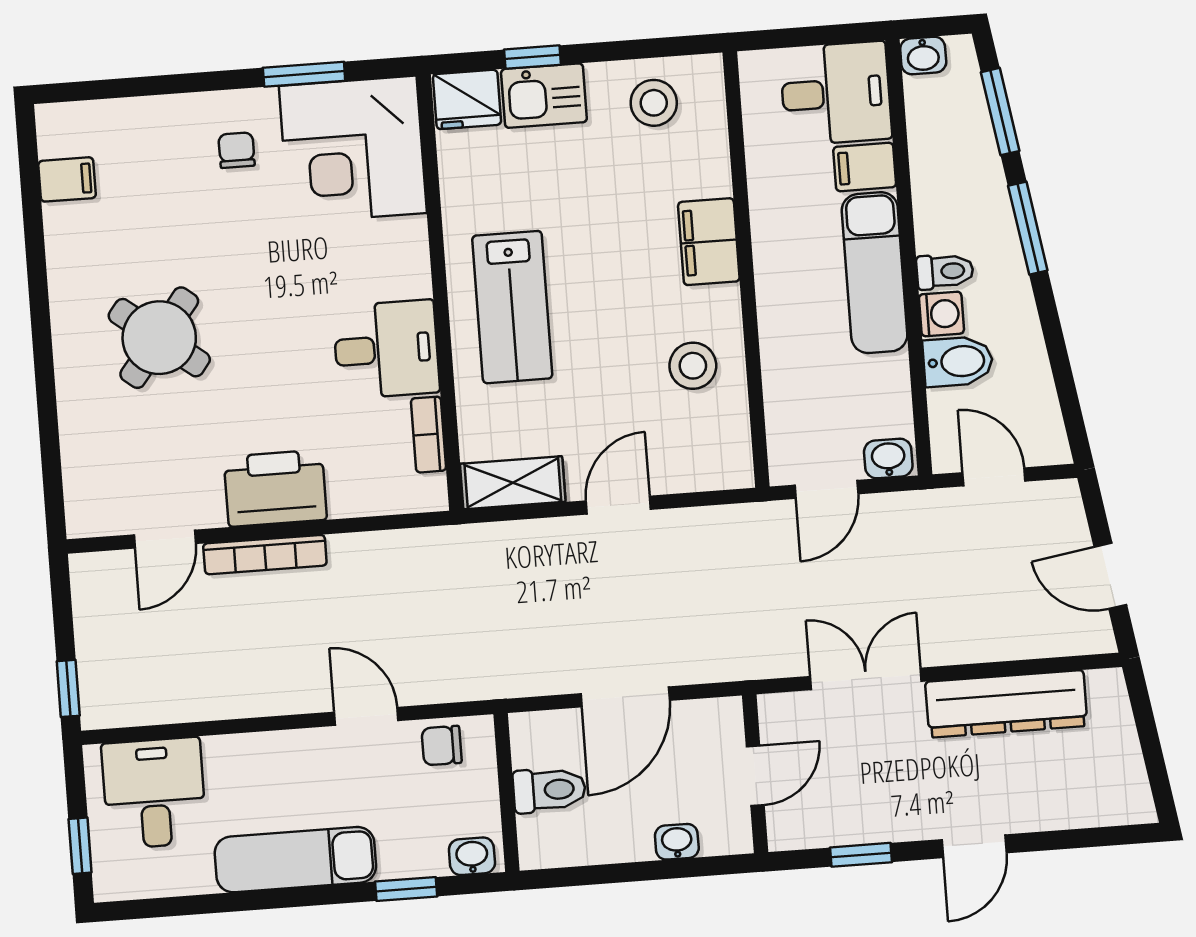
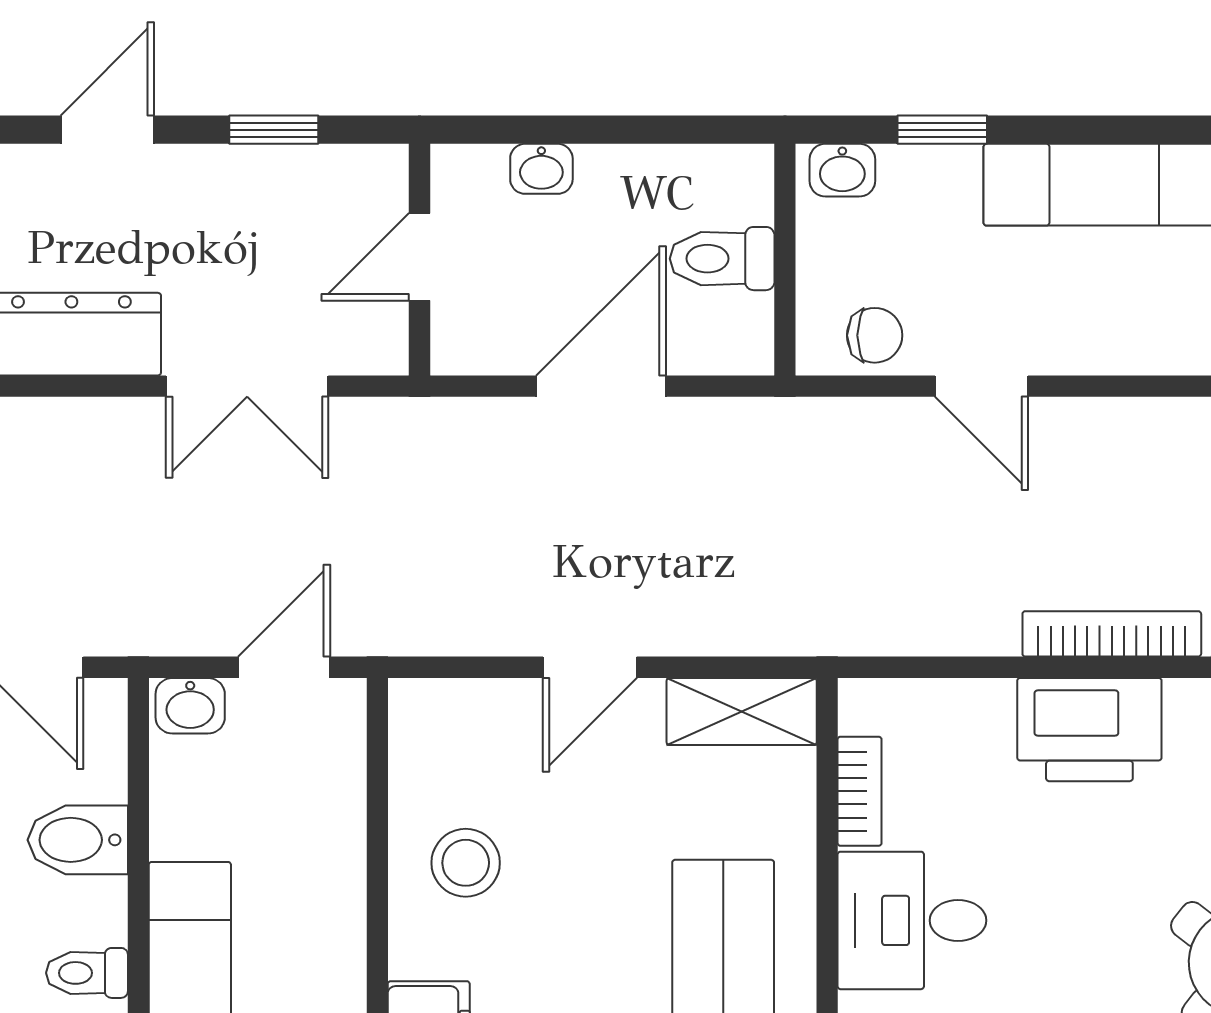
washing machine: (941, 314) -> (97, 911), removed

